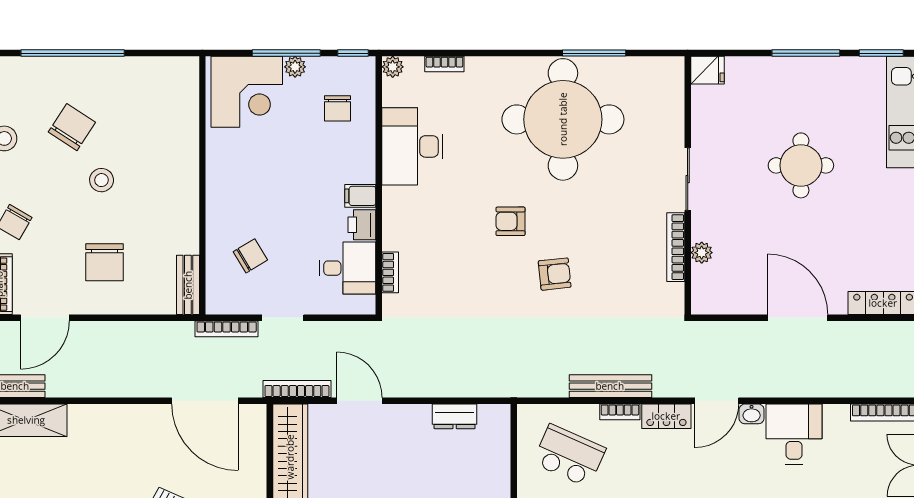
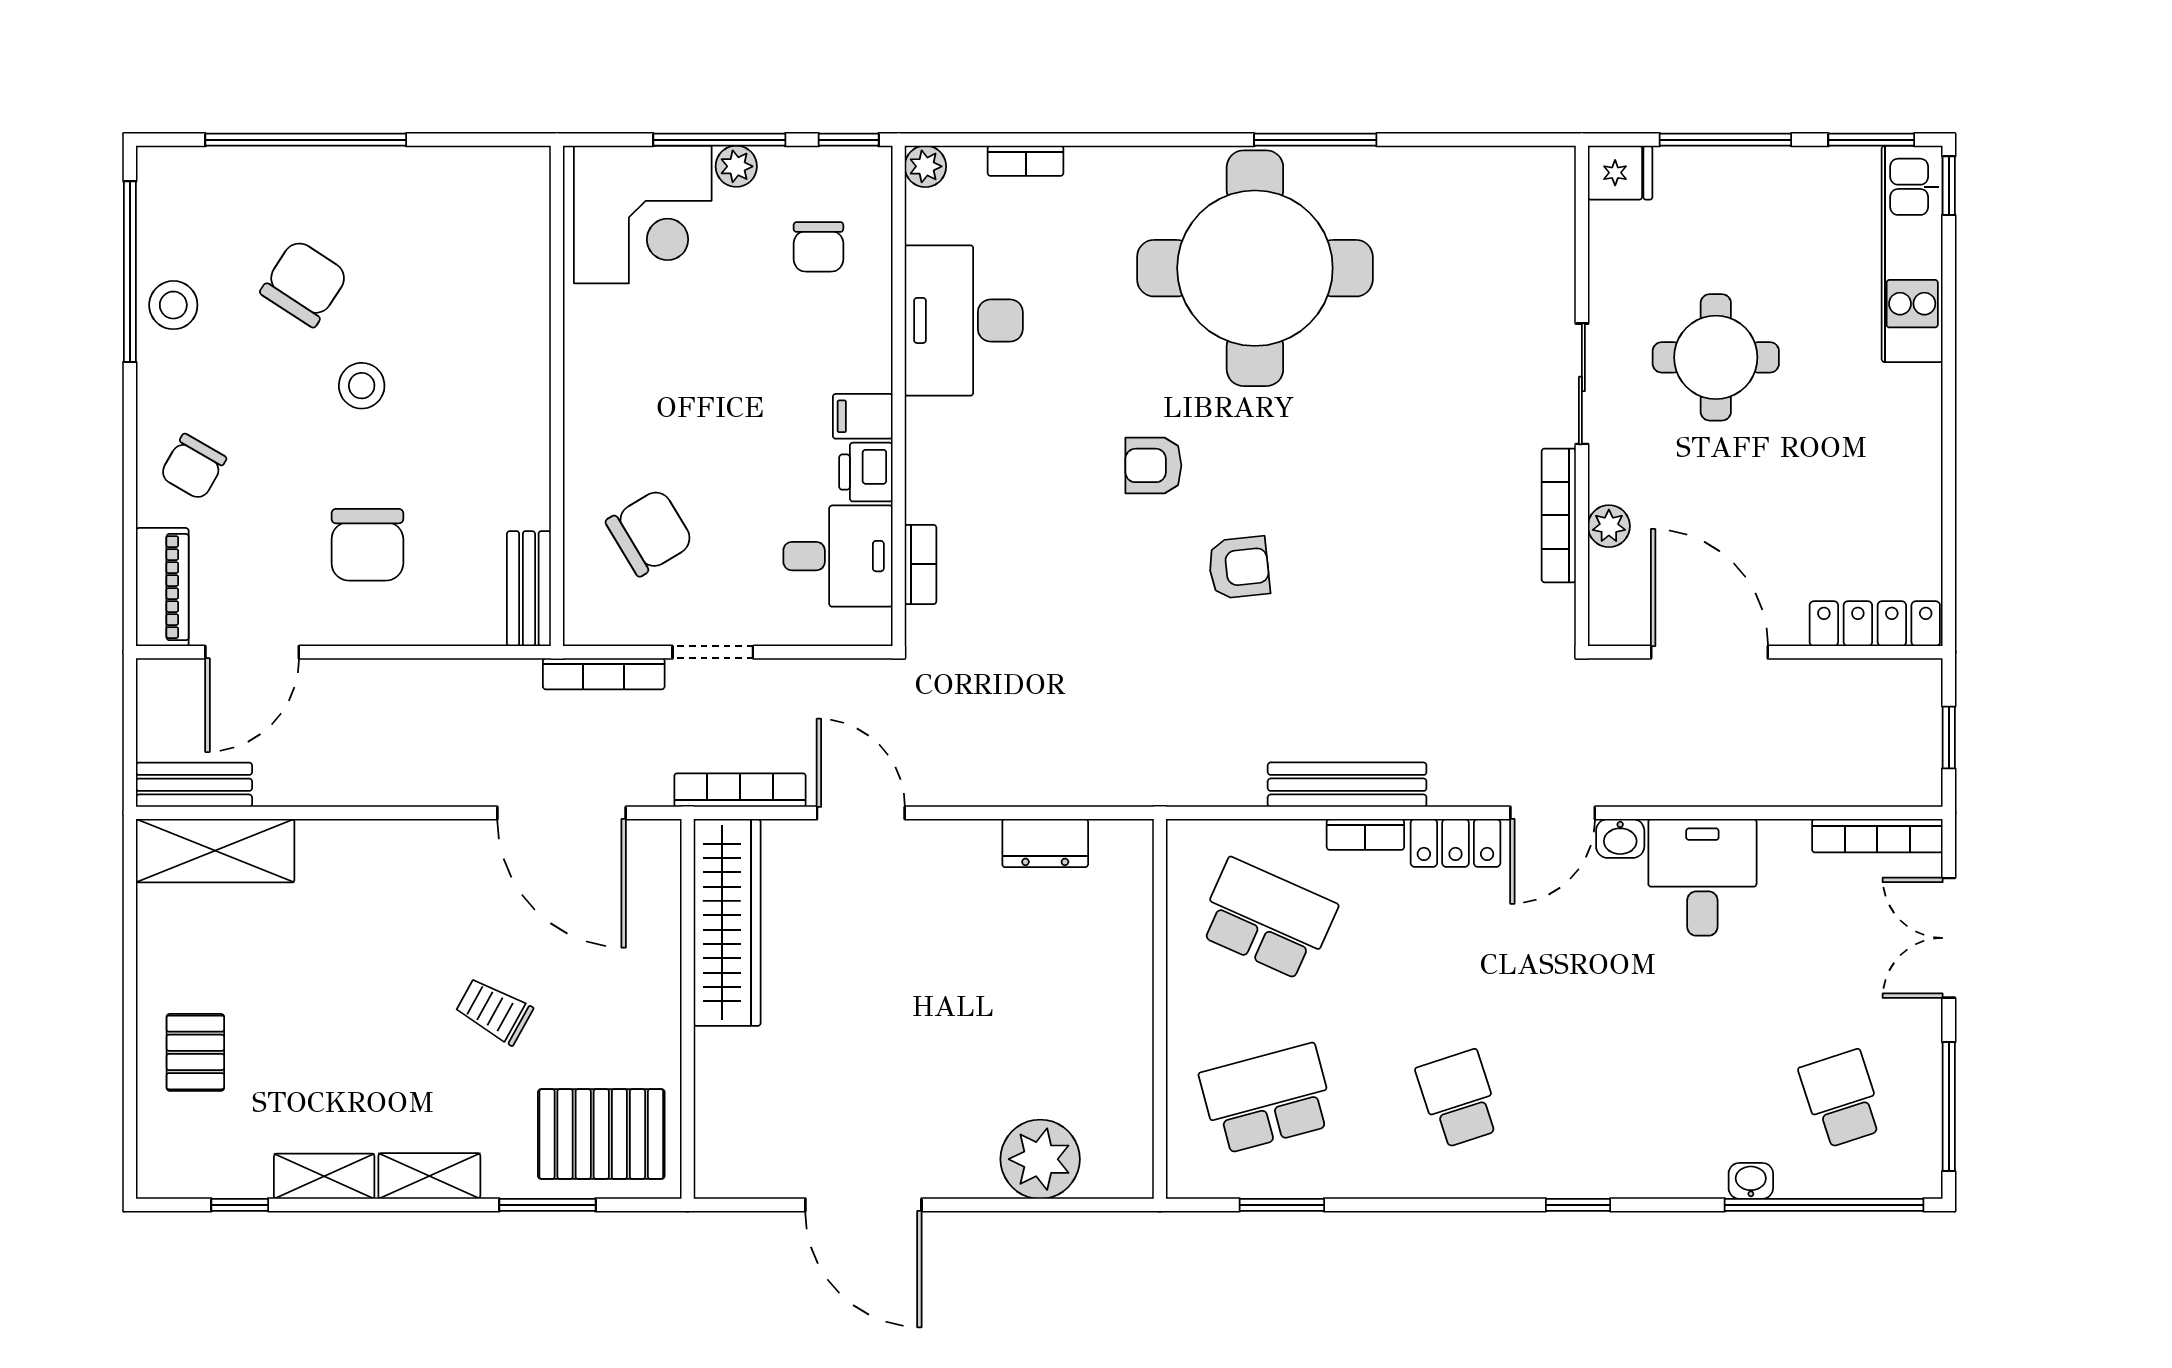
fridge: (707, 70) -> (1620, 173), moved
sliding door: (688, 179) -> (1582, 384), moved
wall: (688, 185) -> (1582, 396), moved
bookcase: (676, 247) -> (1559, 515), moved
plant: (702, 253) -> (1609, 526), moved
chair: (250, 256) -> (650, 532), width x1.37, depth x1.37

